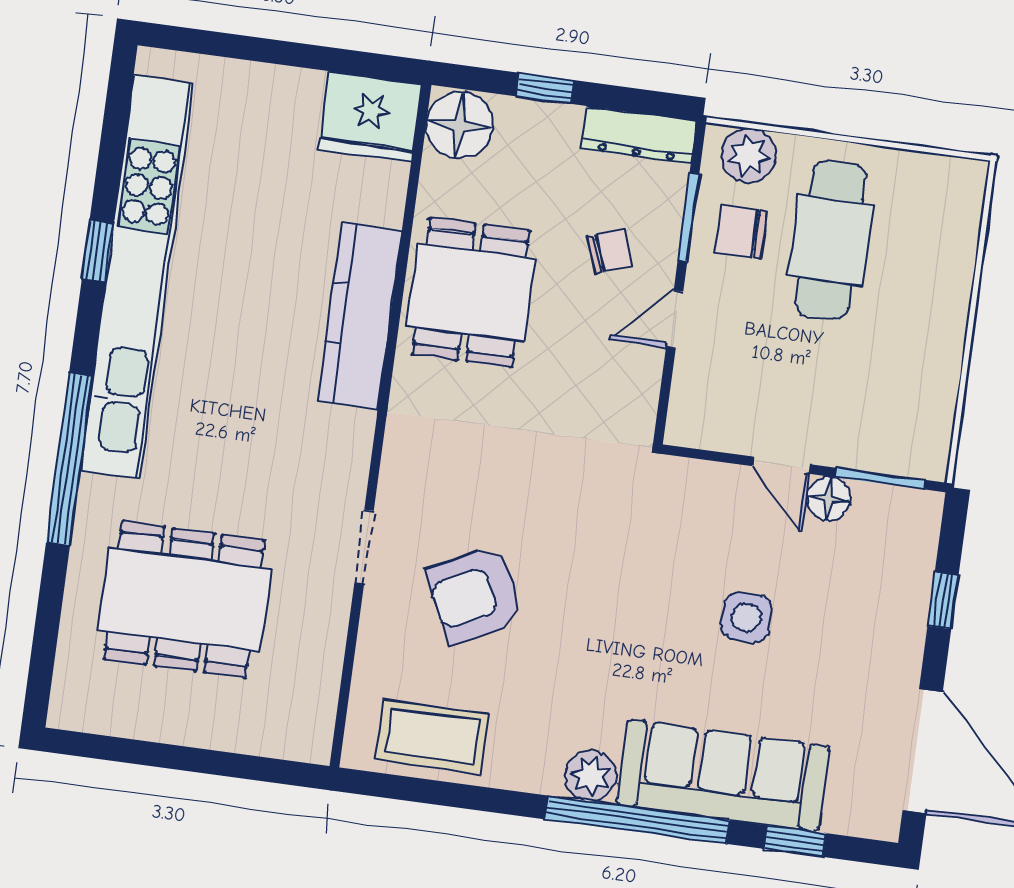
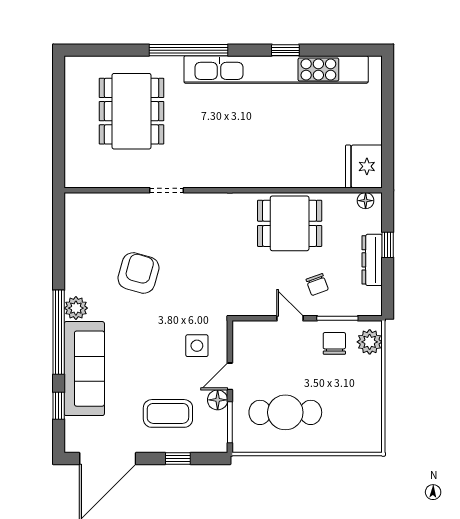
floor lamp: (460, 125) -> (366, 201), width x0.53, depth x0.53
dresser: (639, 135) -> (372, 260), moved
cafe table: (830, 240) -> (285, 412), moved
kitchen counter: (360, 316) -> (272, 174), removed
armchair: (475, 595) -> (138, 273), moved, turned 42
side table: (747, 617) -> (197, 346), moved
coffee table: (432, 736) -> (168, 413), moved, turned 90

